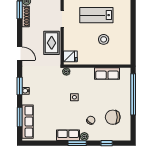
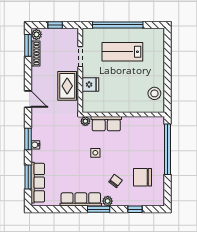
stool: (104, 39) -> (154, 93), moved
fridge: (70, 56) -> (90, 85), moved
row of seats: (107, 74) -> (106, 124), moved
row of seats: (68, 135) -> (81, 199), width x1.48

